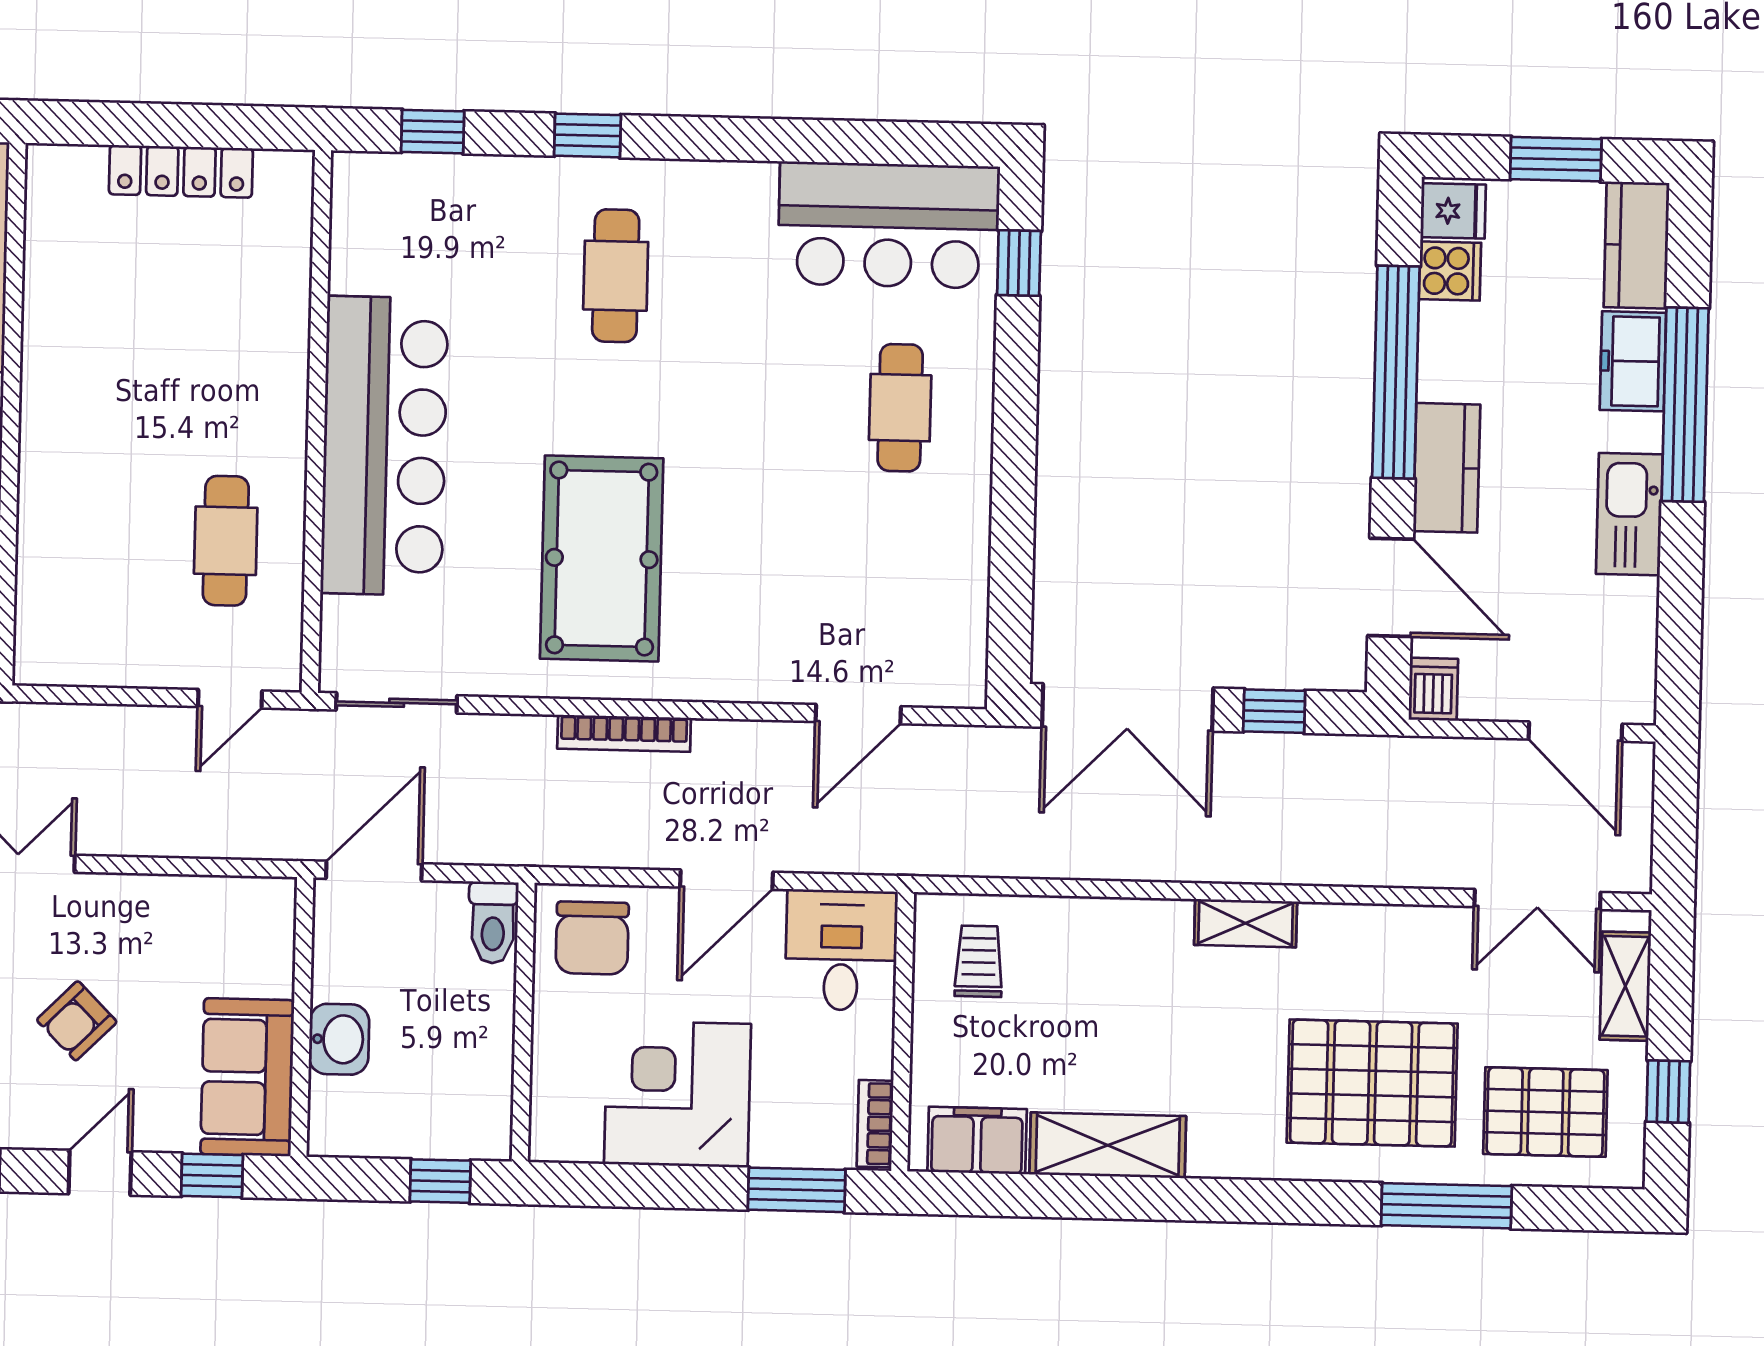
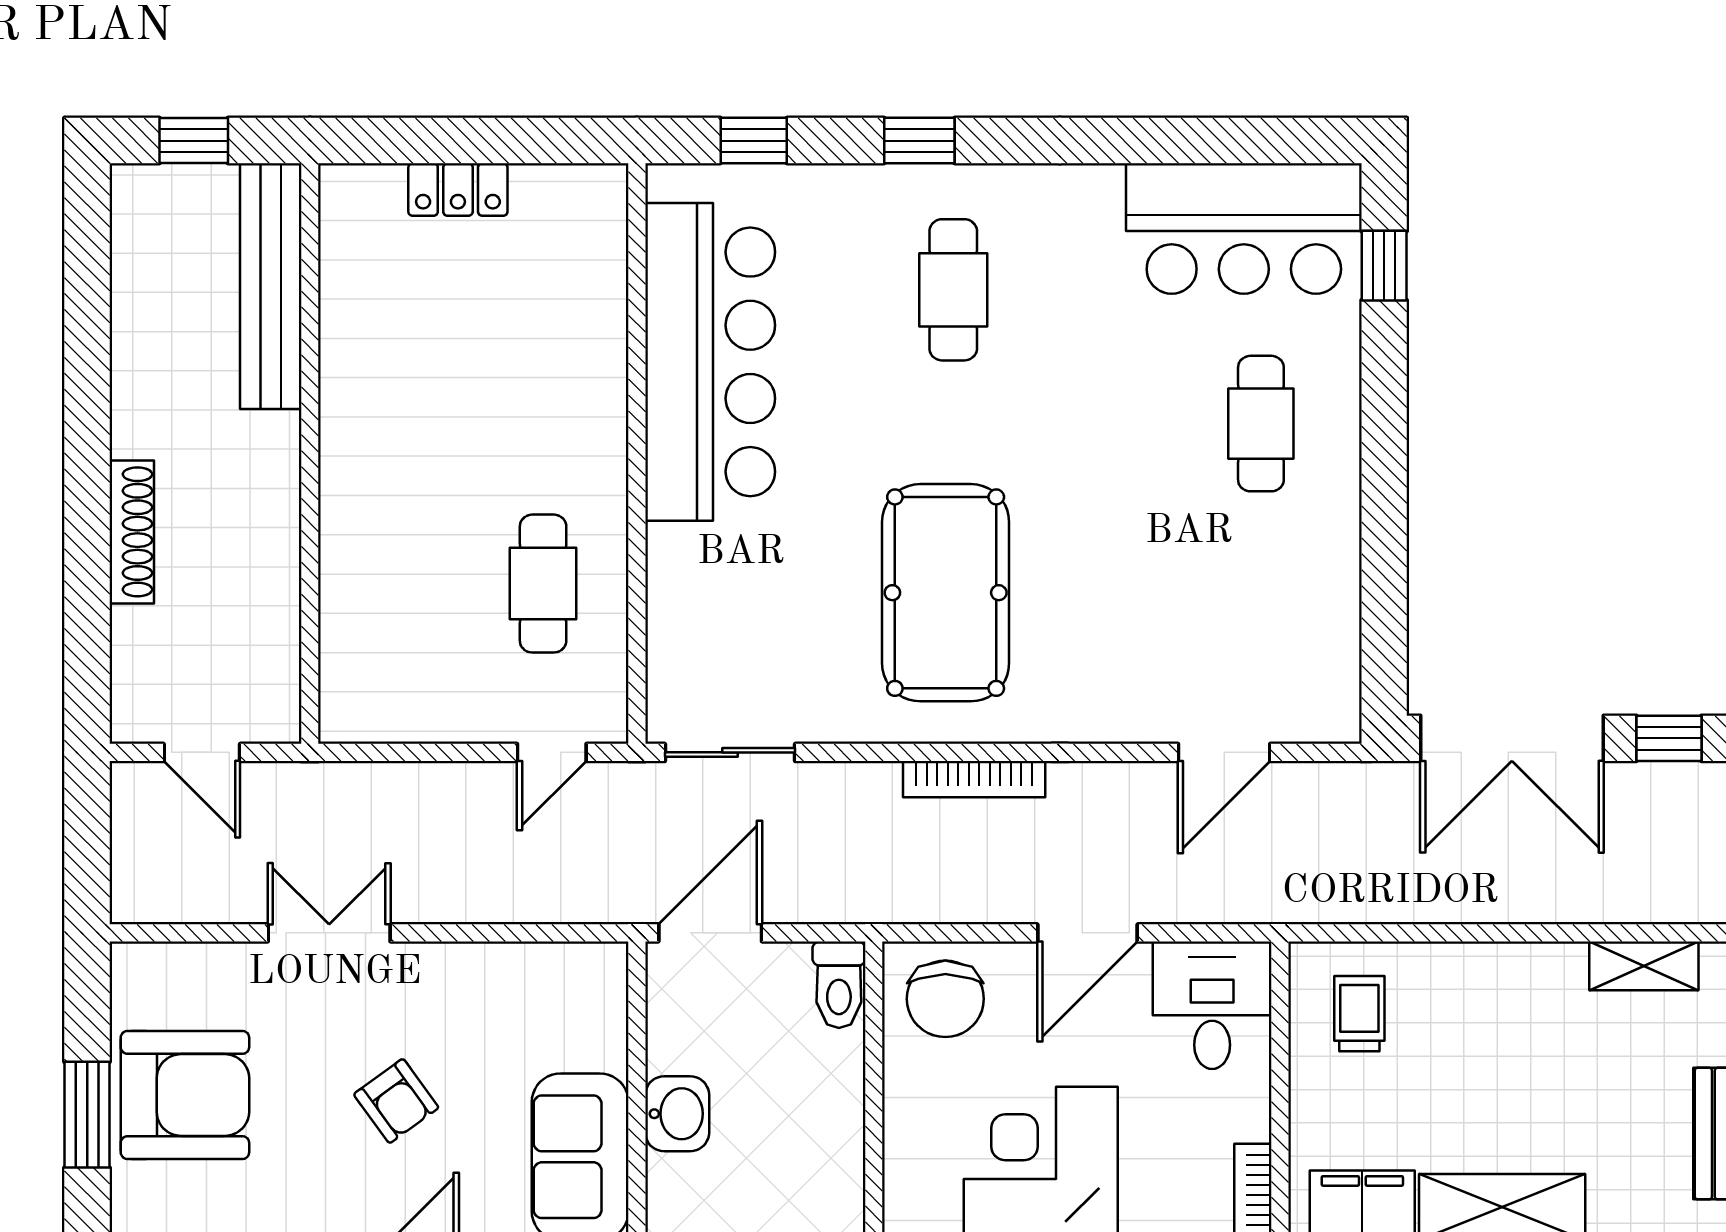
locker: (181, 171) -> (458, 190), width x0.66
bar counter: (384, 446) -> (710, 362), moved
armchair: (77, 1021) -> (396, 1101), turned -81

